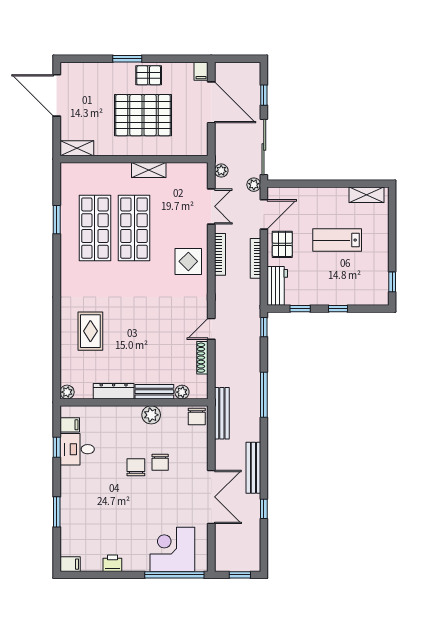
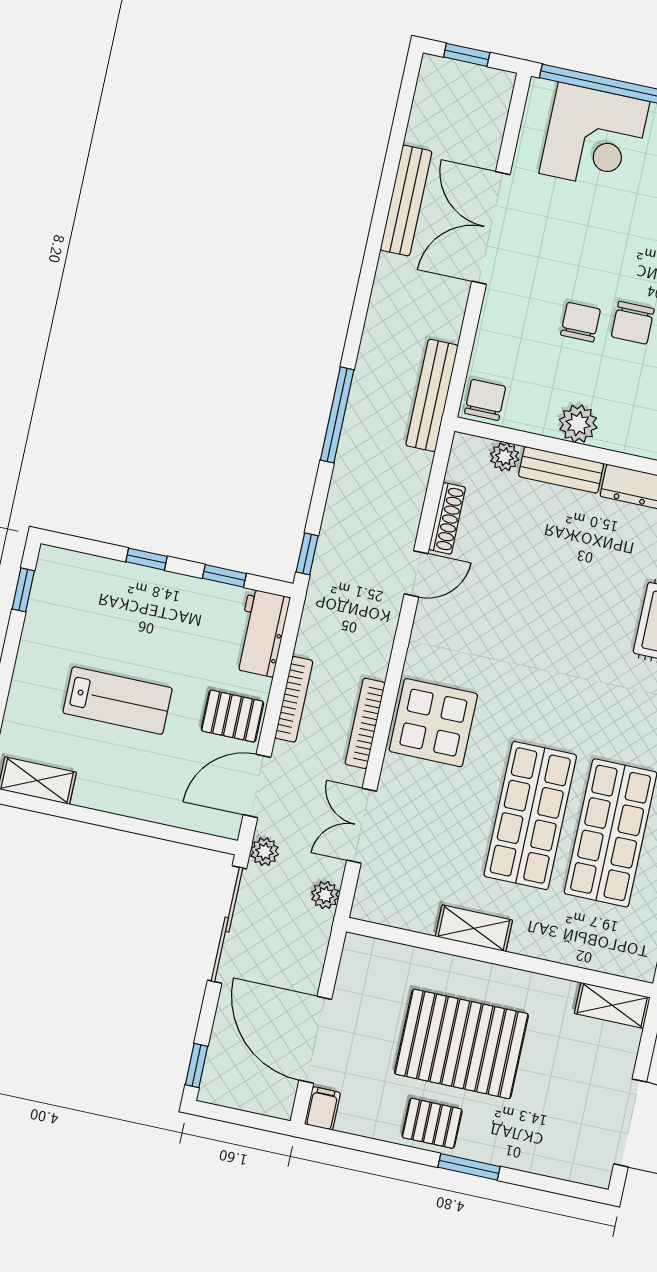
window: (264, 95) -> (197, 1065), moved
pallet: (282, 244) -> (232, 716), turned 90
display table: (188, 261) -> (433, 723), width x1.36, depth x1.36
bench: (253, 468) -> (406, 201), moved
window: (264, 509) -> (388, 180), removed

